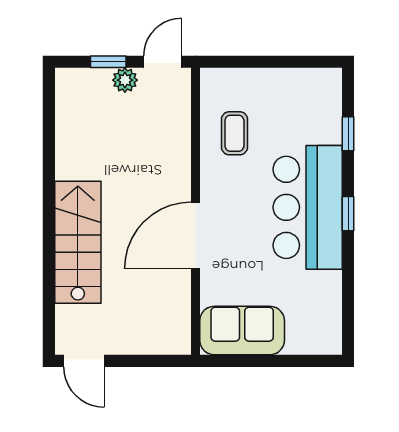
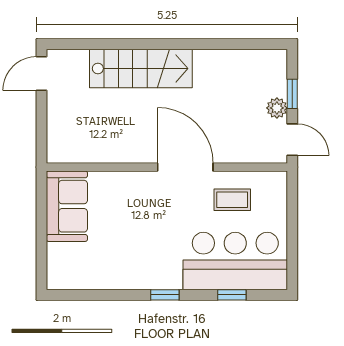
bar counter: (308, 207) -> (235, 261), moved
door: (195, 235) -> (185, 167), moved

